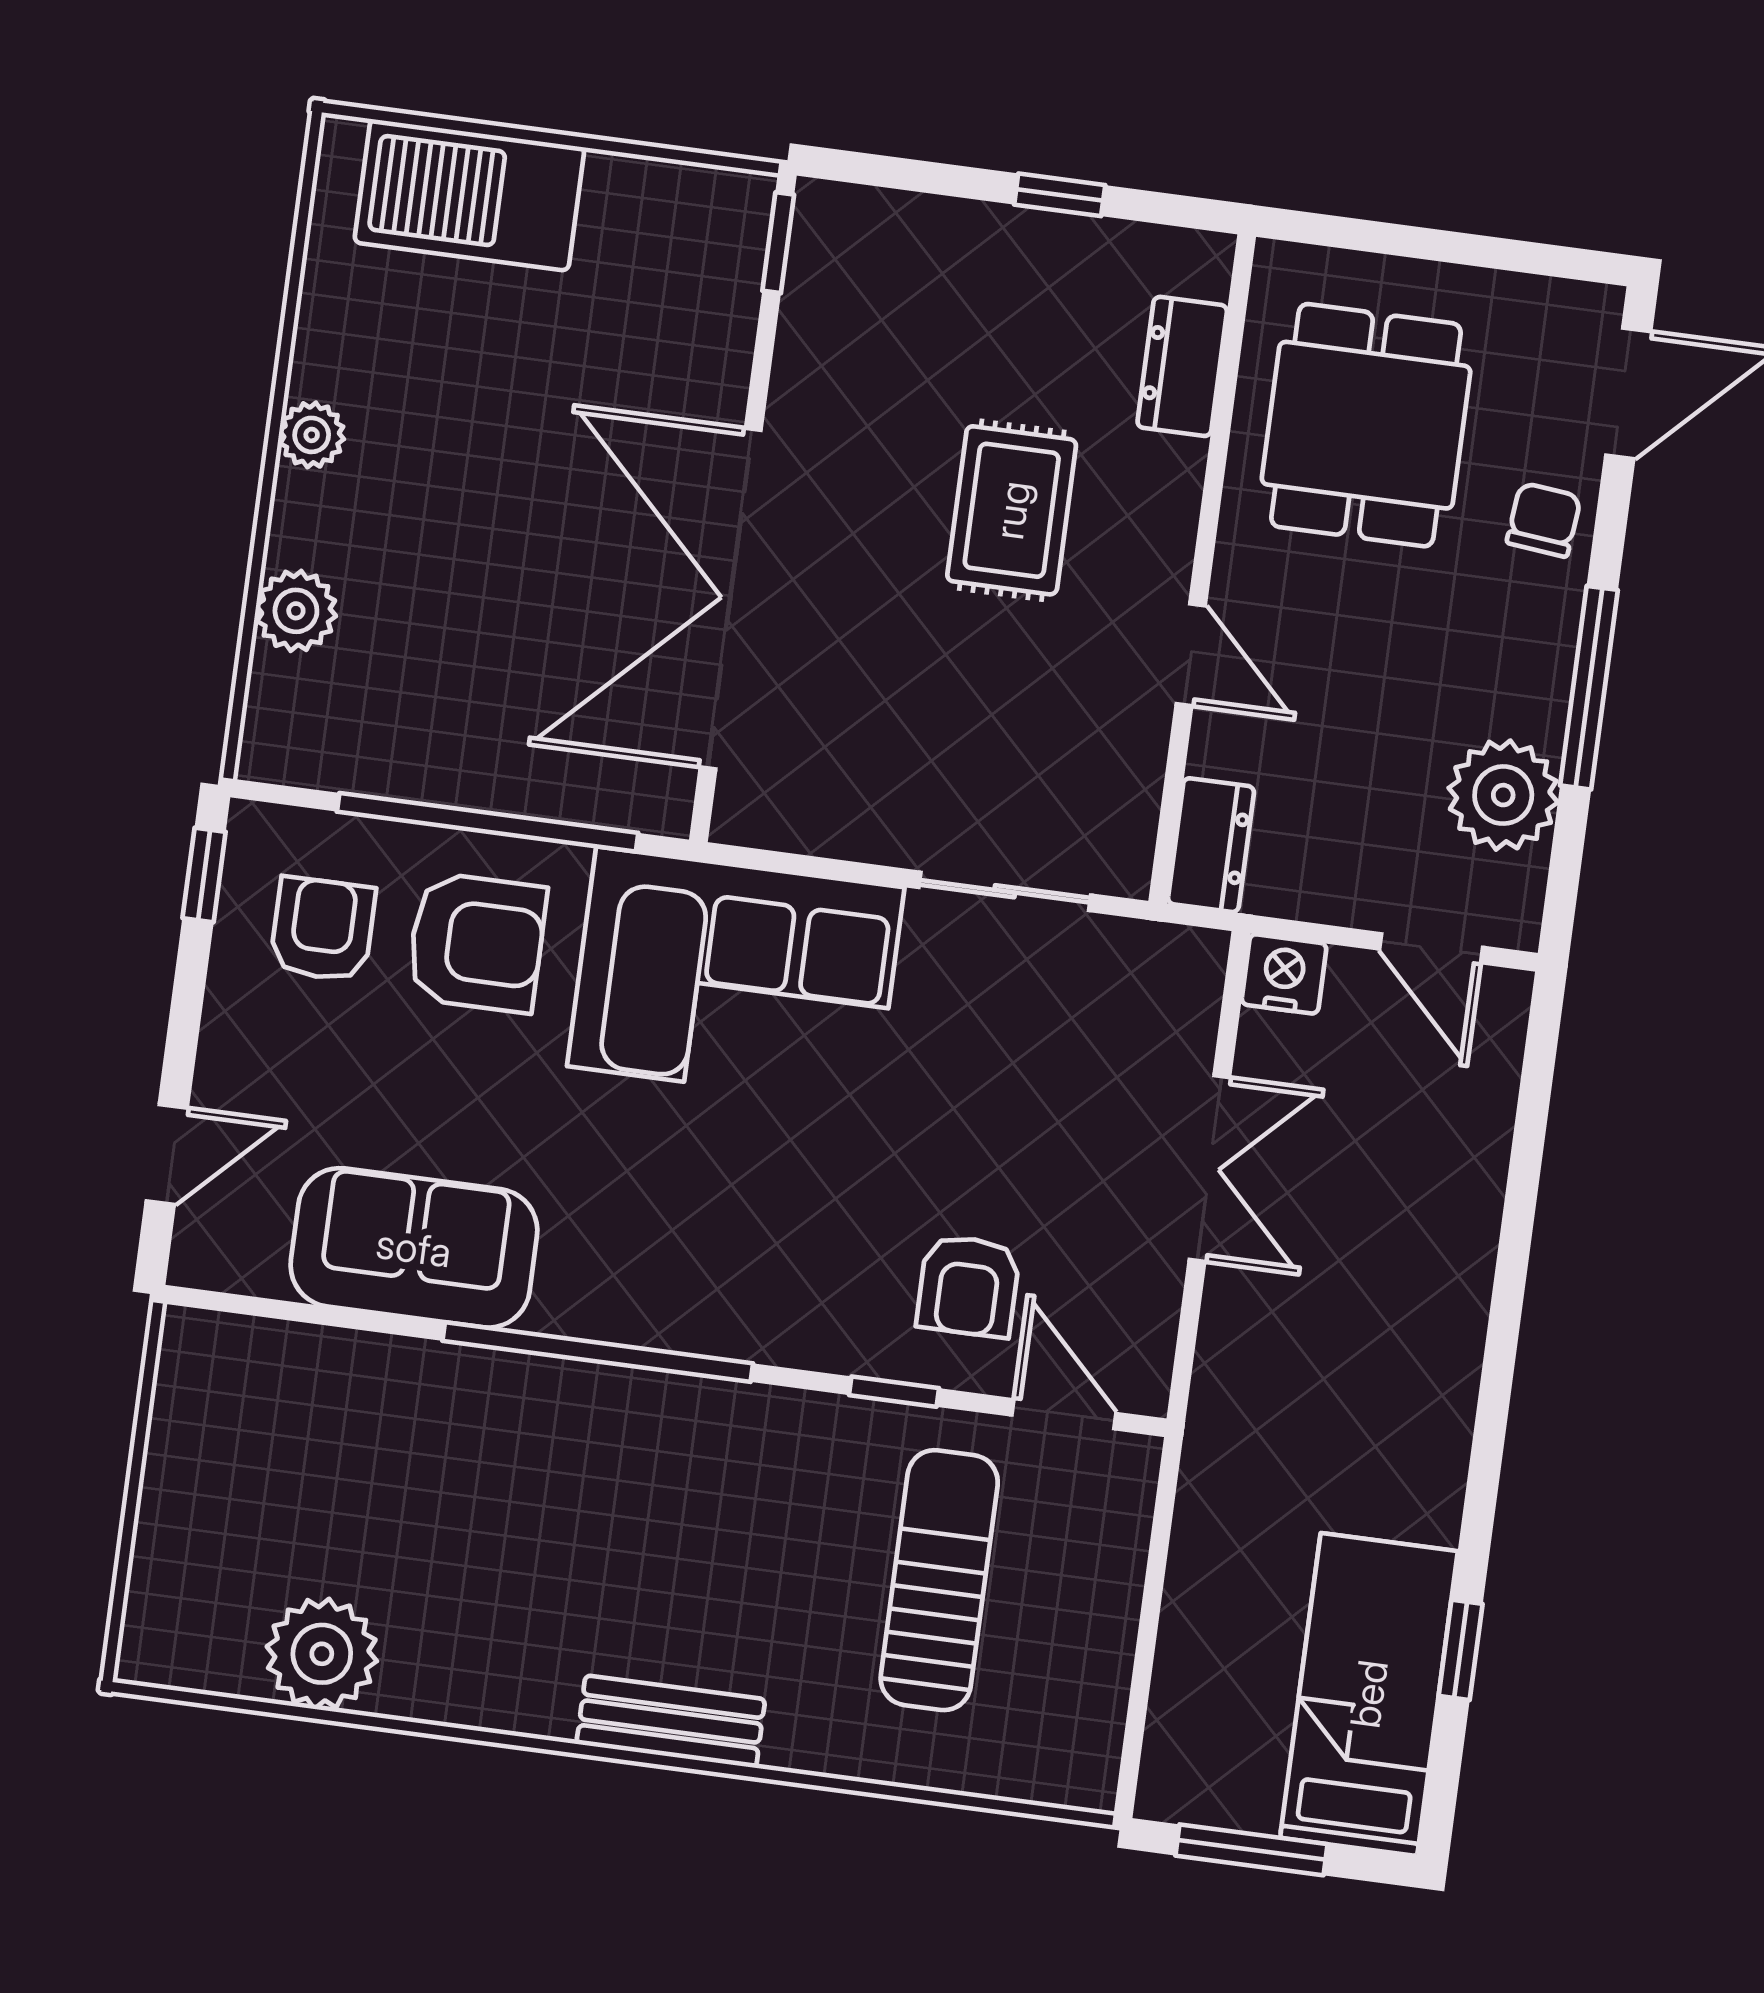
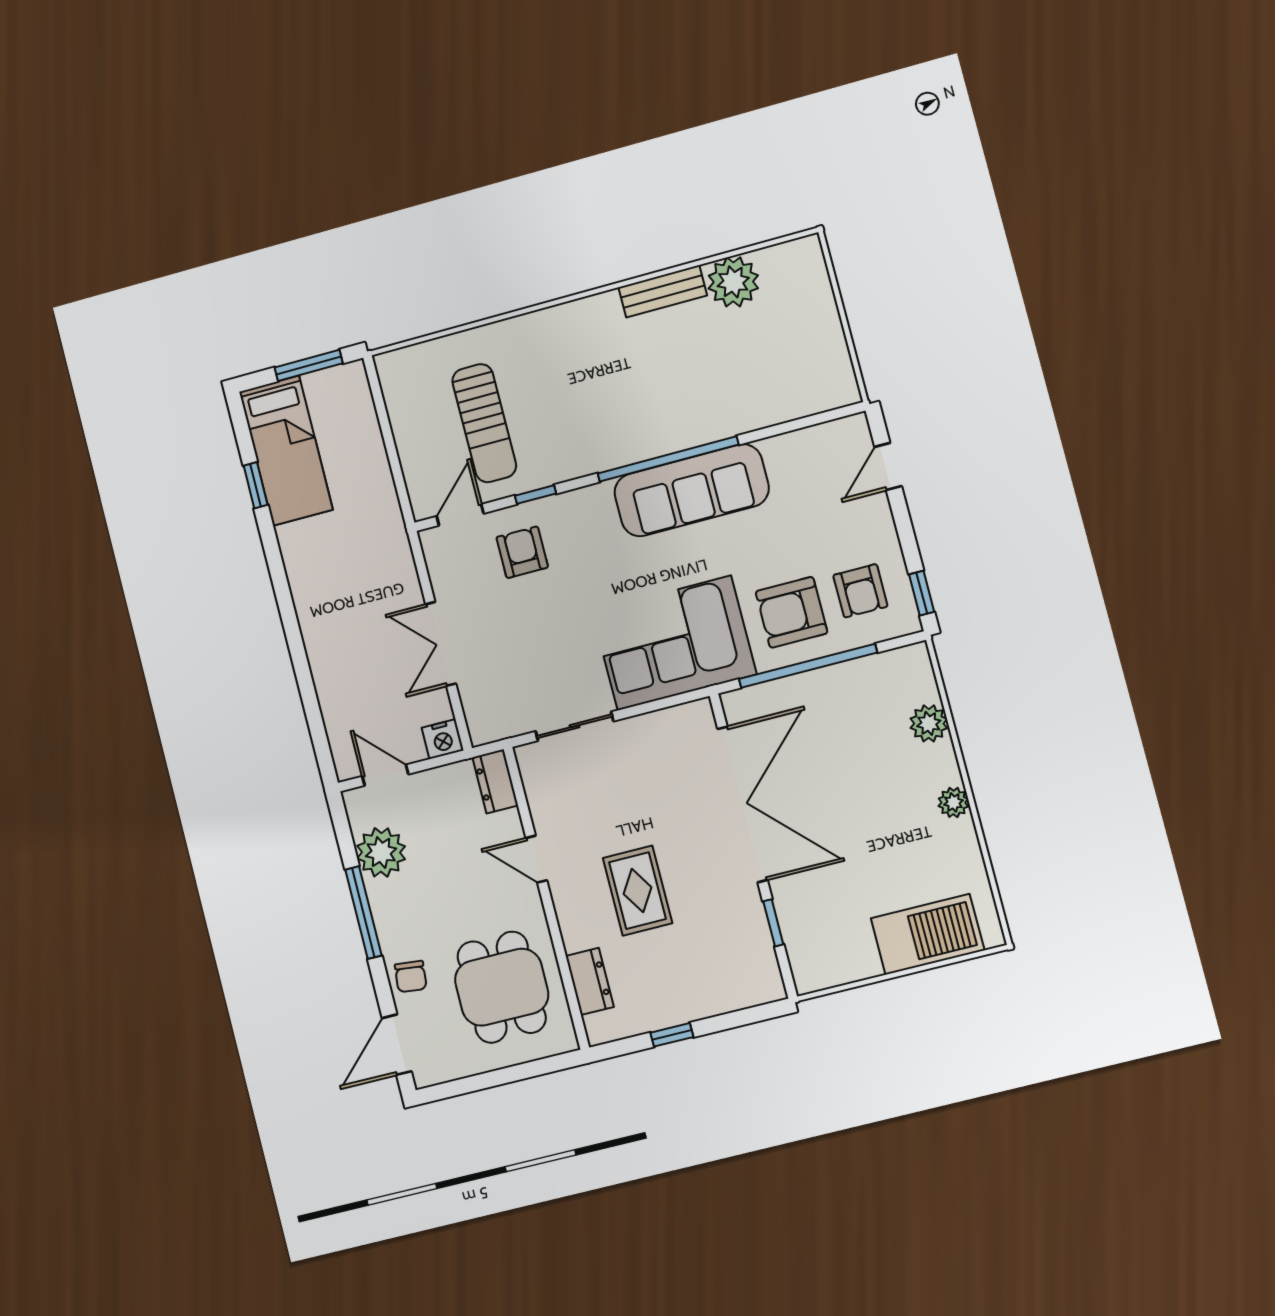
window: (778, 243) -> (773, 923), moved
sofa: (414, 1248) -> (692, 490), moved, width x1.36
door: (1064, 1414) -> (460, 515), swing flipped
bench: (671, 1722) -> (663, 291), moved

